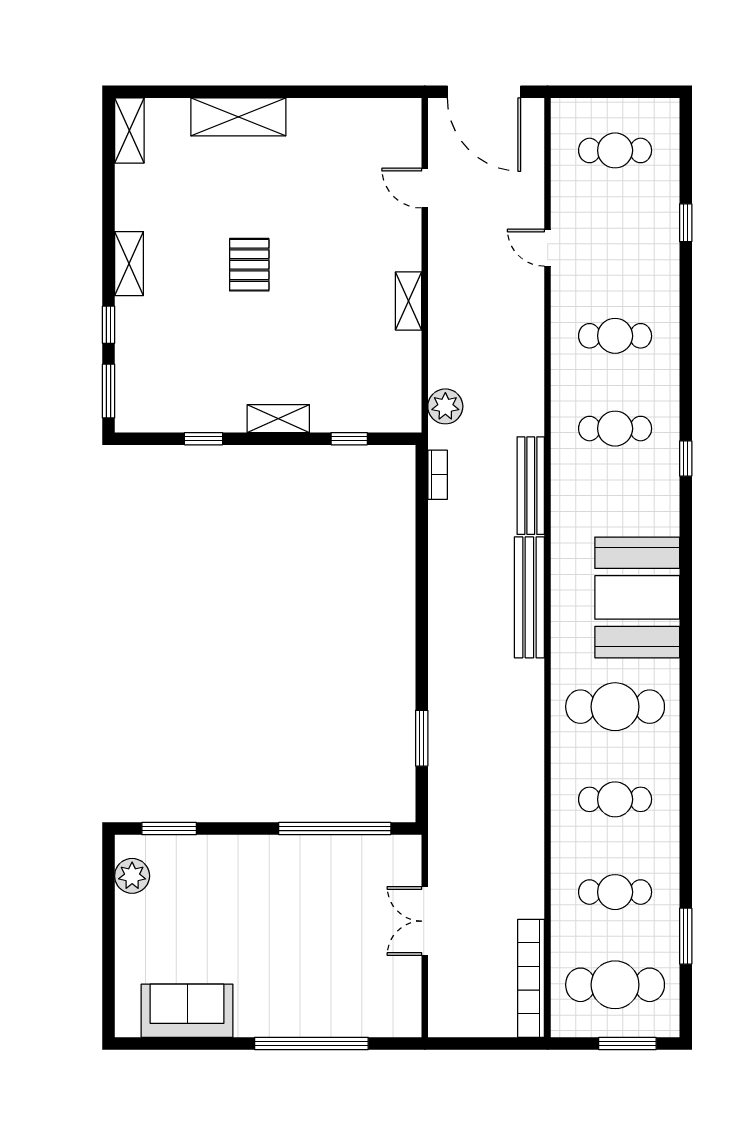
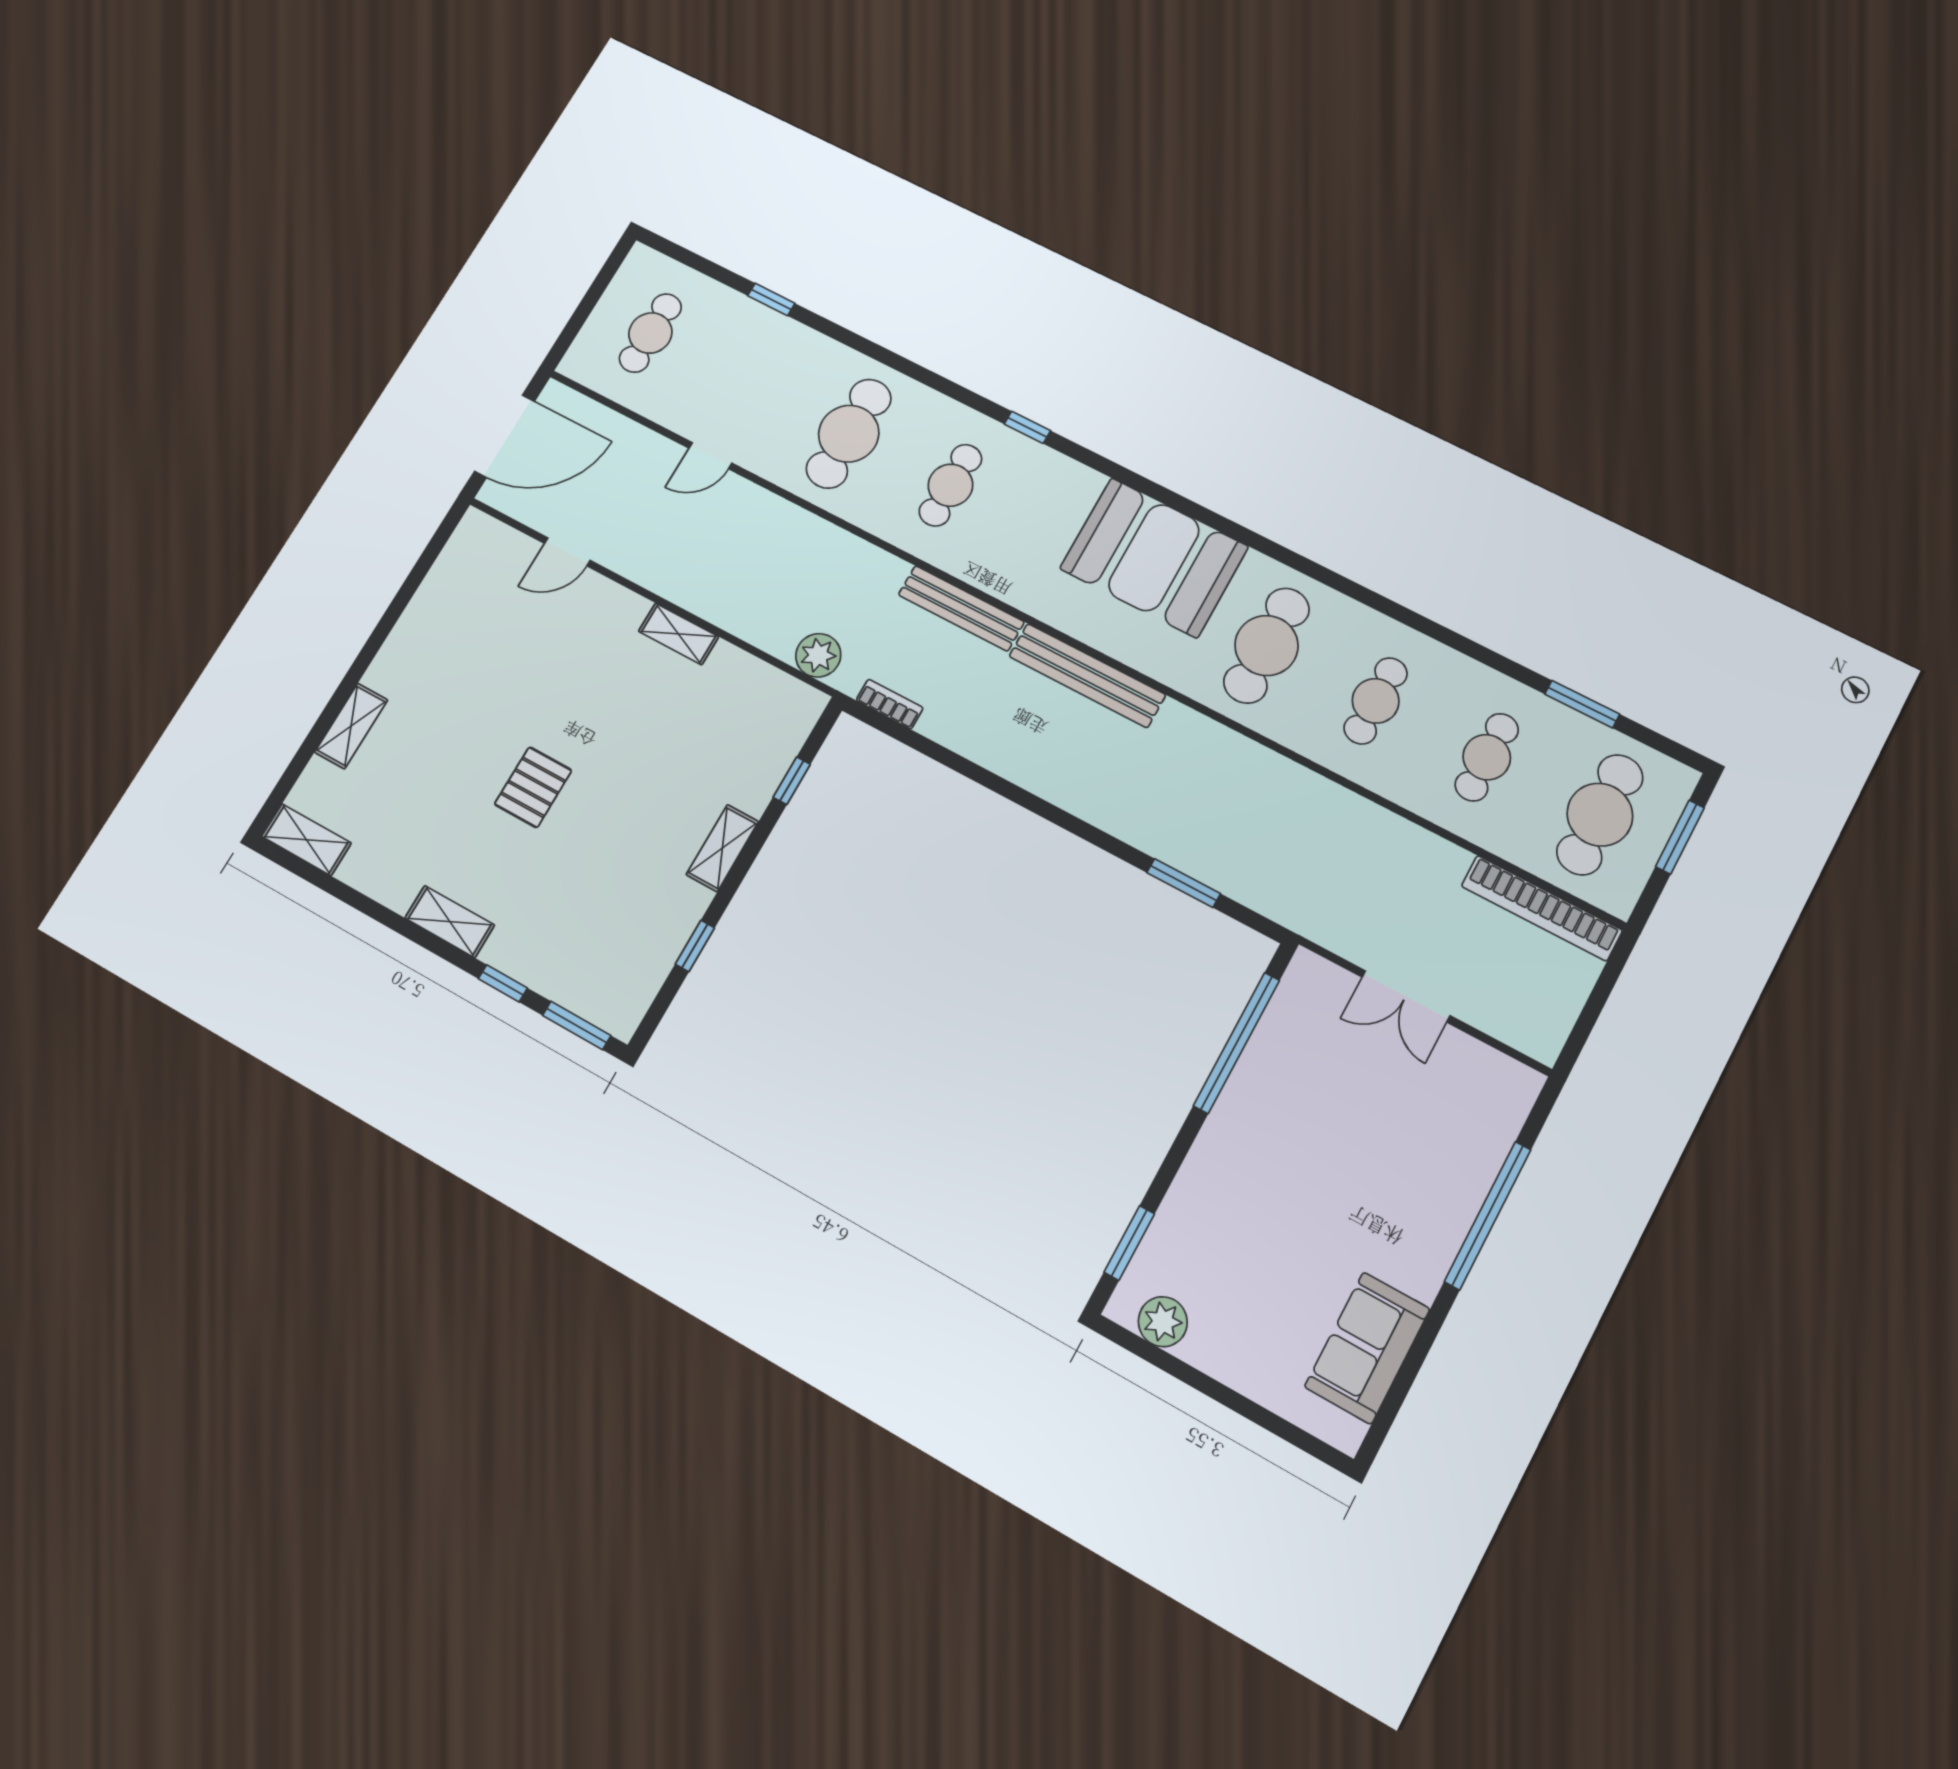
shelving: (238, 117) -> (351, 726), width x0.67, depth x0.75
pallet: (249, 265) -> (533, 787), turned 90
cafe table: (615, 336) -> (849, 434), width x1.37, depth x1.35

